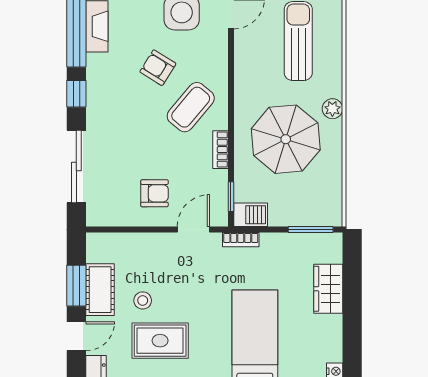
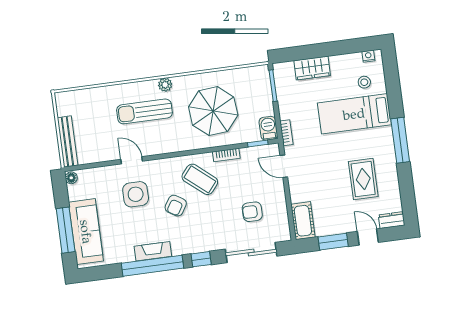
plant: (332, 109) -> (165, 85), moved
armchair: (154, 193) -> (252, 212), moved, turned -90
cot: (100, 290) -> (303, 221), moved, turned 90
stool: (143, 300) -> (364, 82), moved

